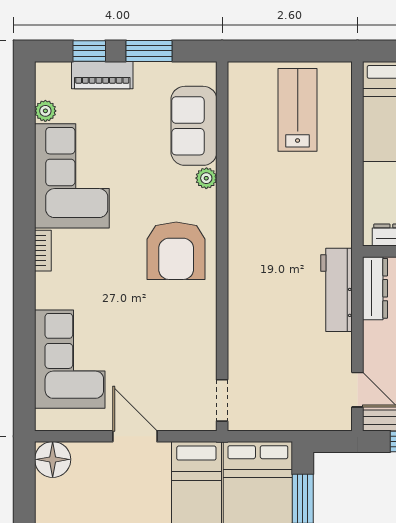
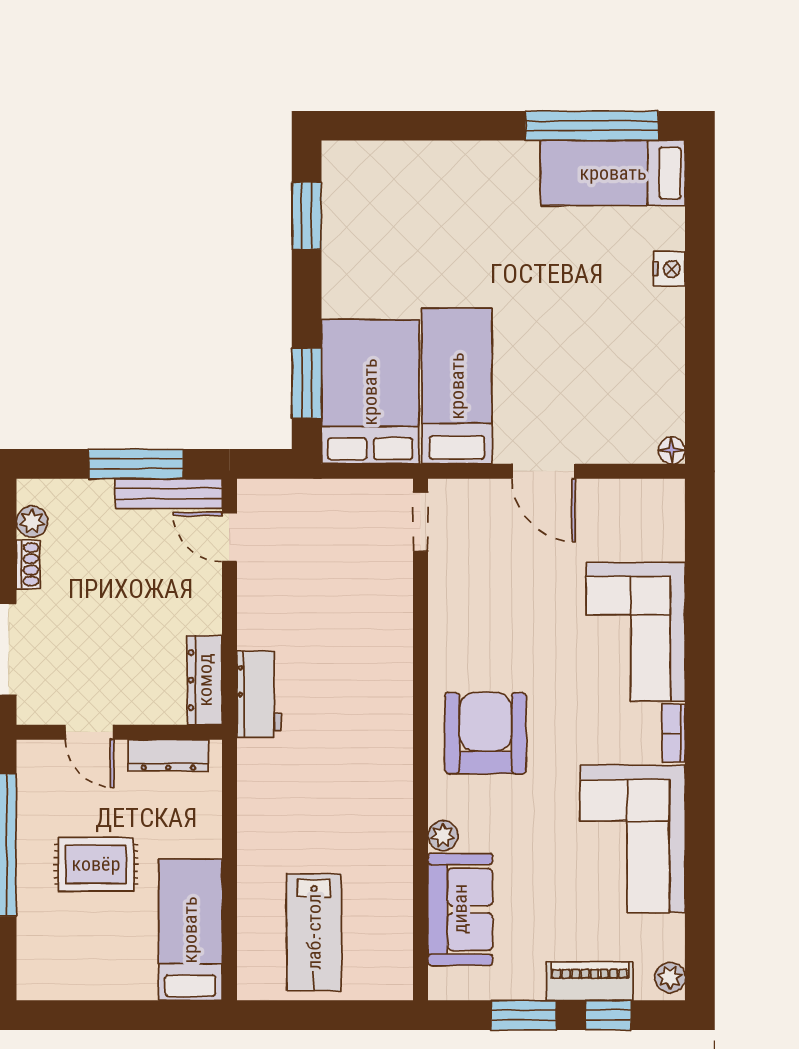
plant: (45, 111) -> (670, 977), moved
workbench: (337, 290) -> (259, 694), width x0.73
corner sofa: (70, 359) -> (636, 632), moved
floor lamp: (53, 459) -> (672, 450), width x0.53, depth x0.53

